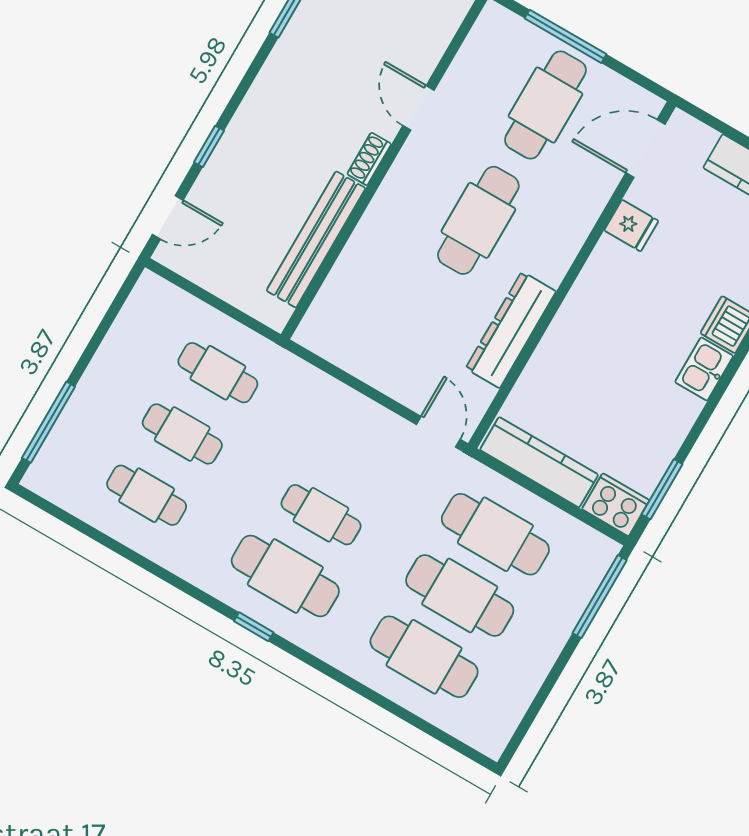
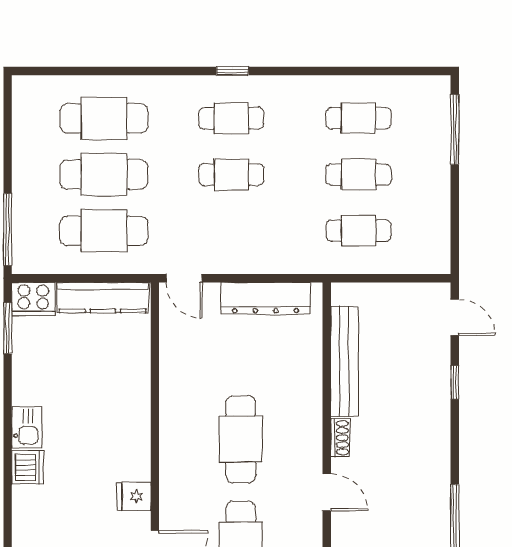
door: (168, 217) -> (455, 317), swing flipped
dresser: (511, 330) -> (266, 298), moved, turned 90
cafe table: (285, 576) -> (231, 118), width x0.73, depth x0.74

